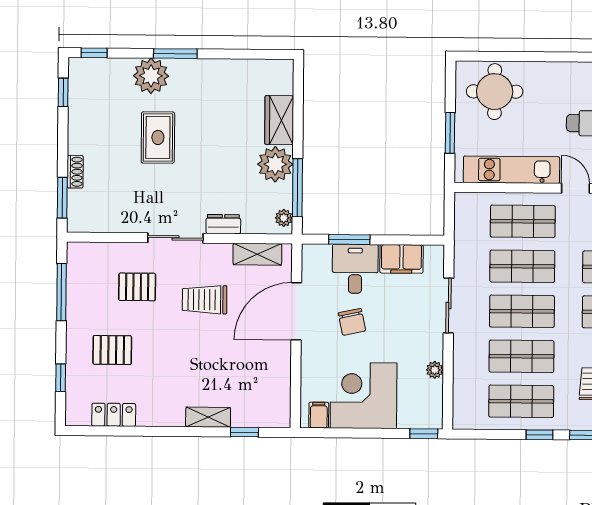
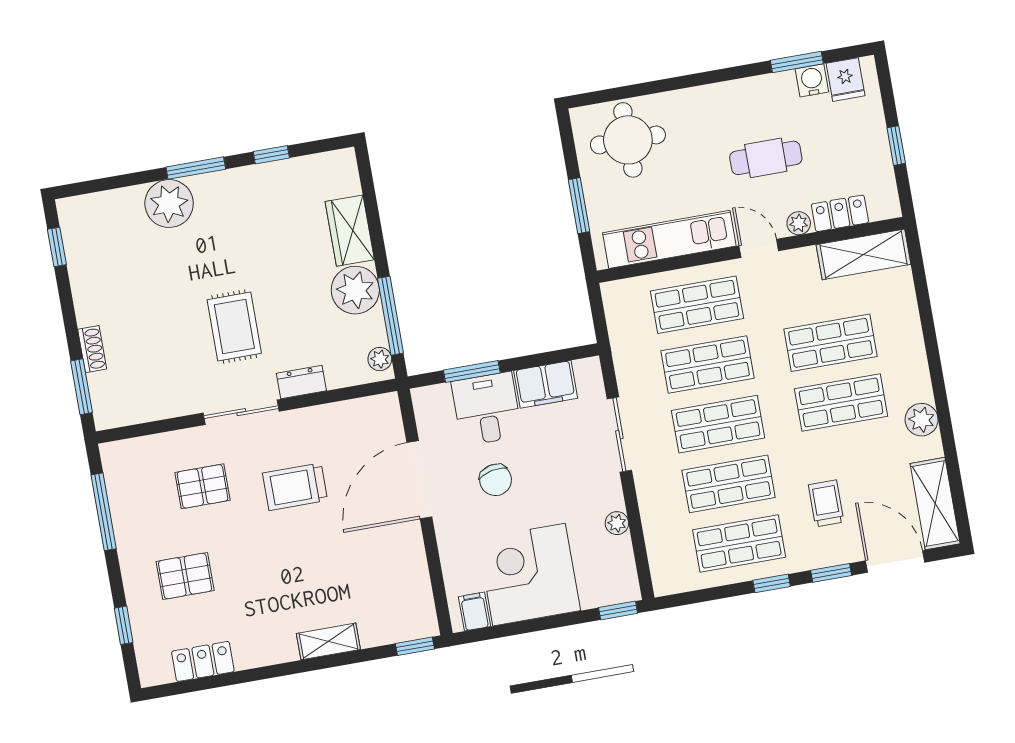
window: (94, 53) -> (271, 155), moved
rug: (158, 137) -> (234, 327), moved
shelving: (257, 254) -> (354, 413), removed
window: (244, 432) -> (415, 646), moved

